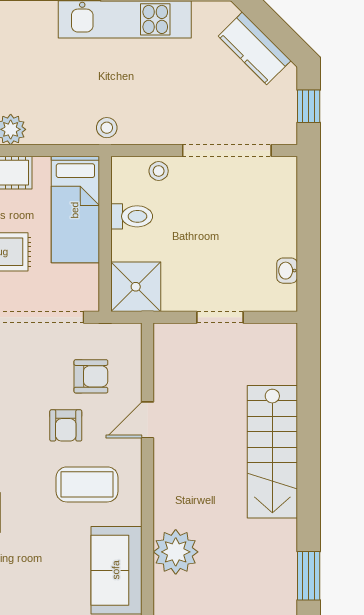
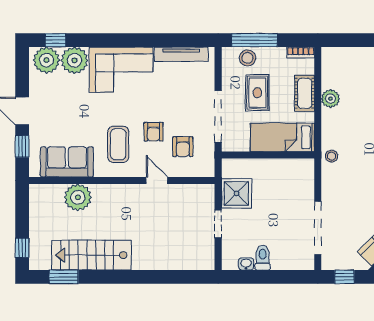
stool: (159, 171) -> (306, 187), removed
toilet: (132, 216) -> (263, 258), moved, turned 180
shower: (136, 287) -> (236, 193), moved
armchair: (66, 425) -> (153, 132), turned -90
stairs: (272, 452) -> (92, 255), moved

